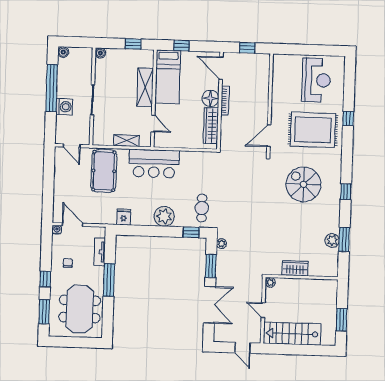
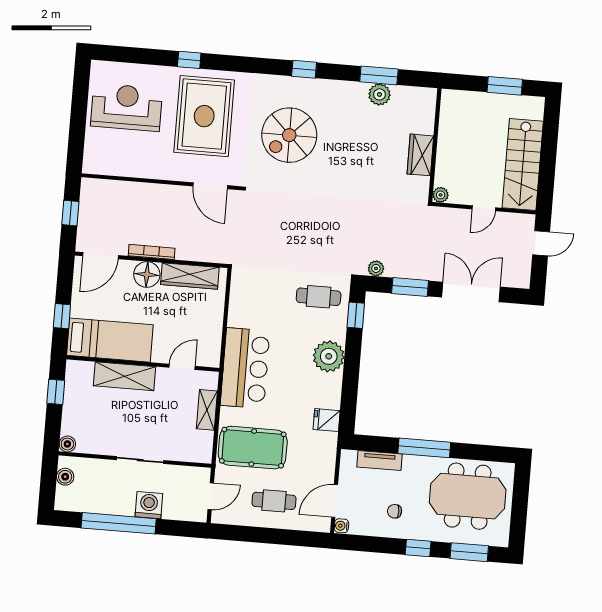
boiler: (63, 52) -> (65, 477), moved
cafe table: (71, 186) -> (274, 501), added

